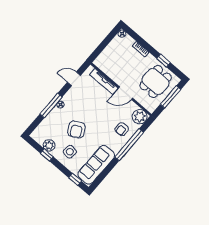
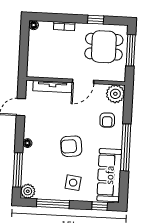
dining table: (156, 82) -> (104, 47), turned 90
window: (51, 106) -> (18, 170), moved
armchair: (76, 129) -> (71, 146), moved, turned 111
plant: (49, 145) -> (28, 191), moved
window: (129, 145) -> (126, 147), moved
window: (47, 155) -> (53, 204), width x2.17

